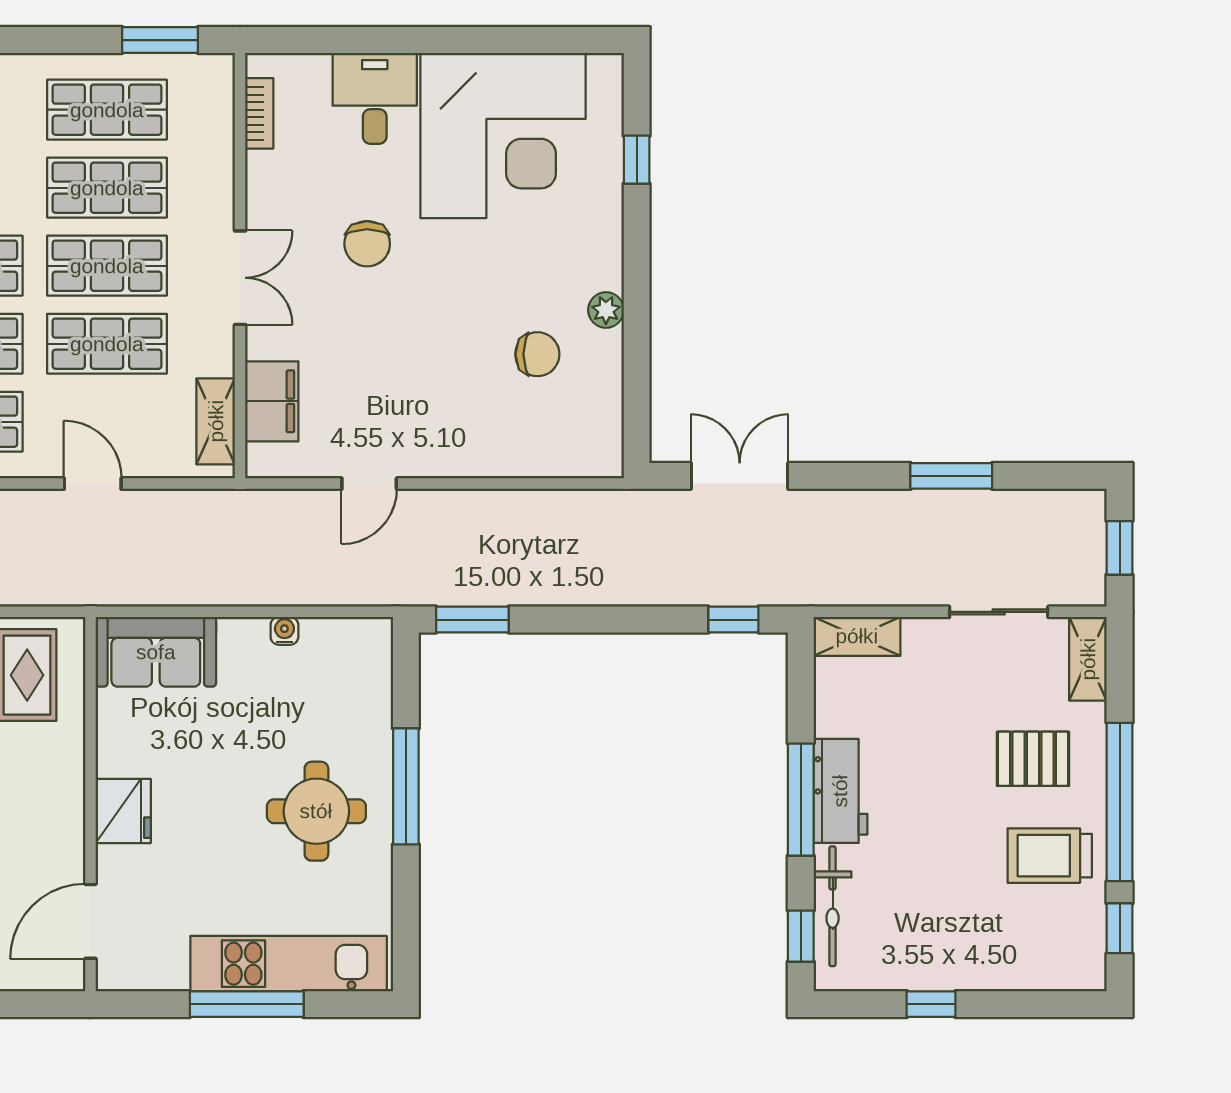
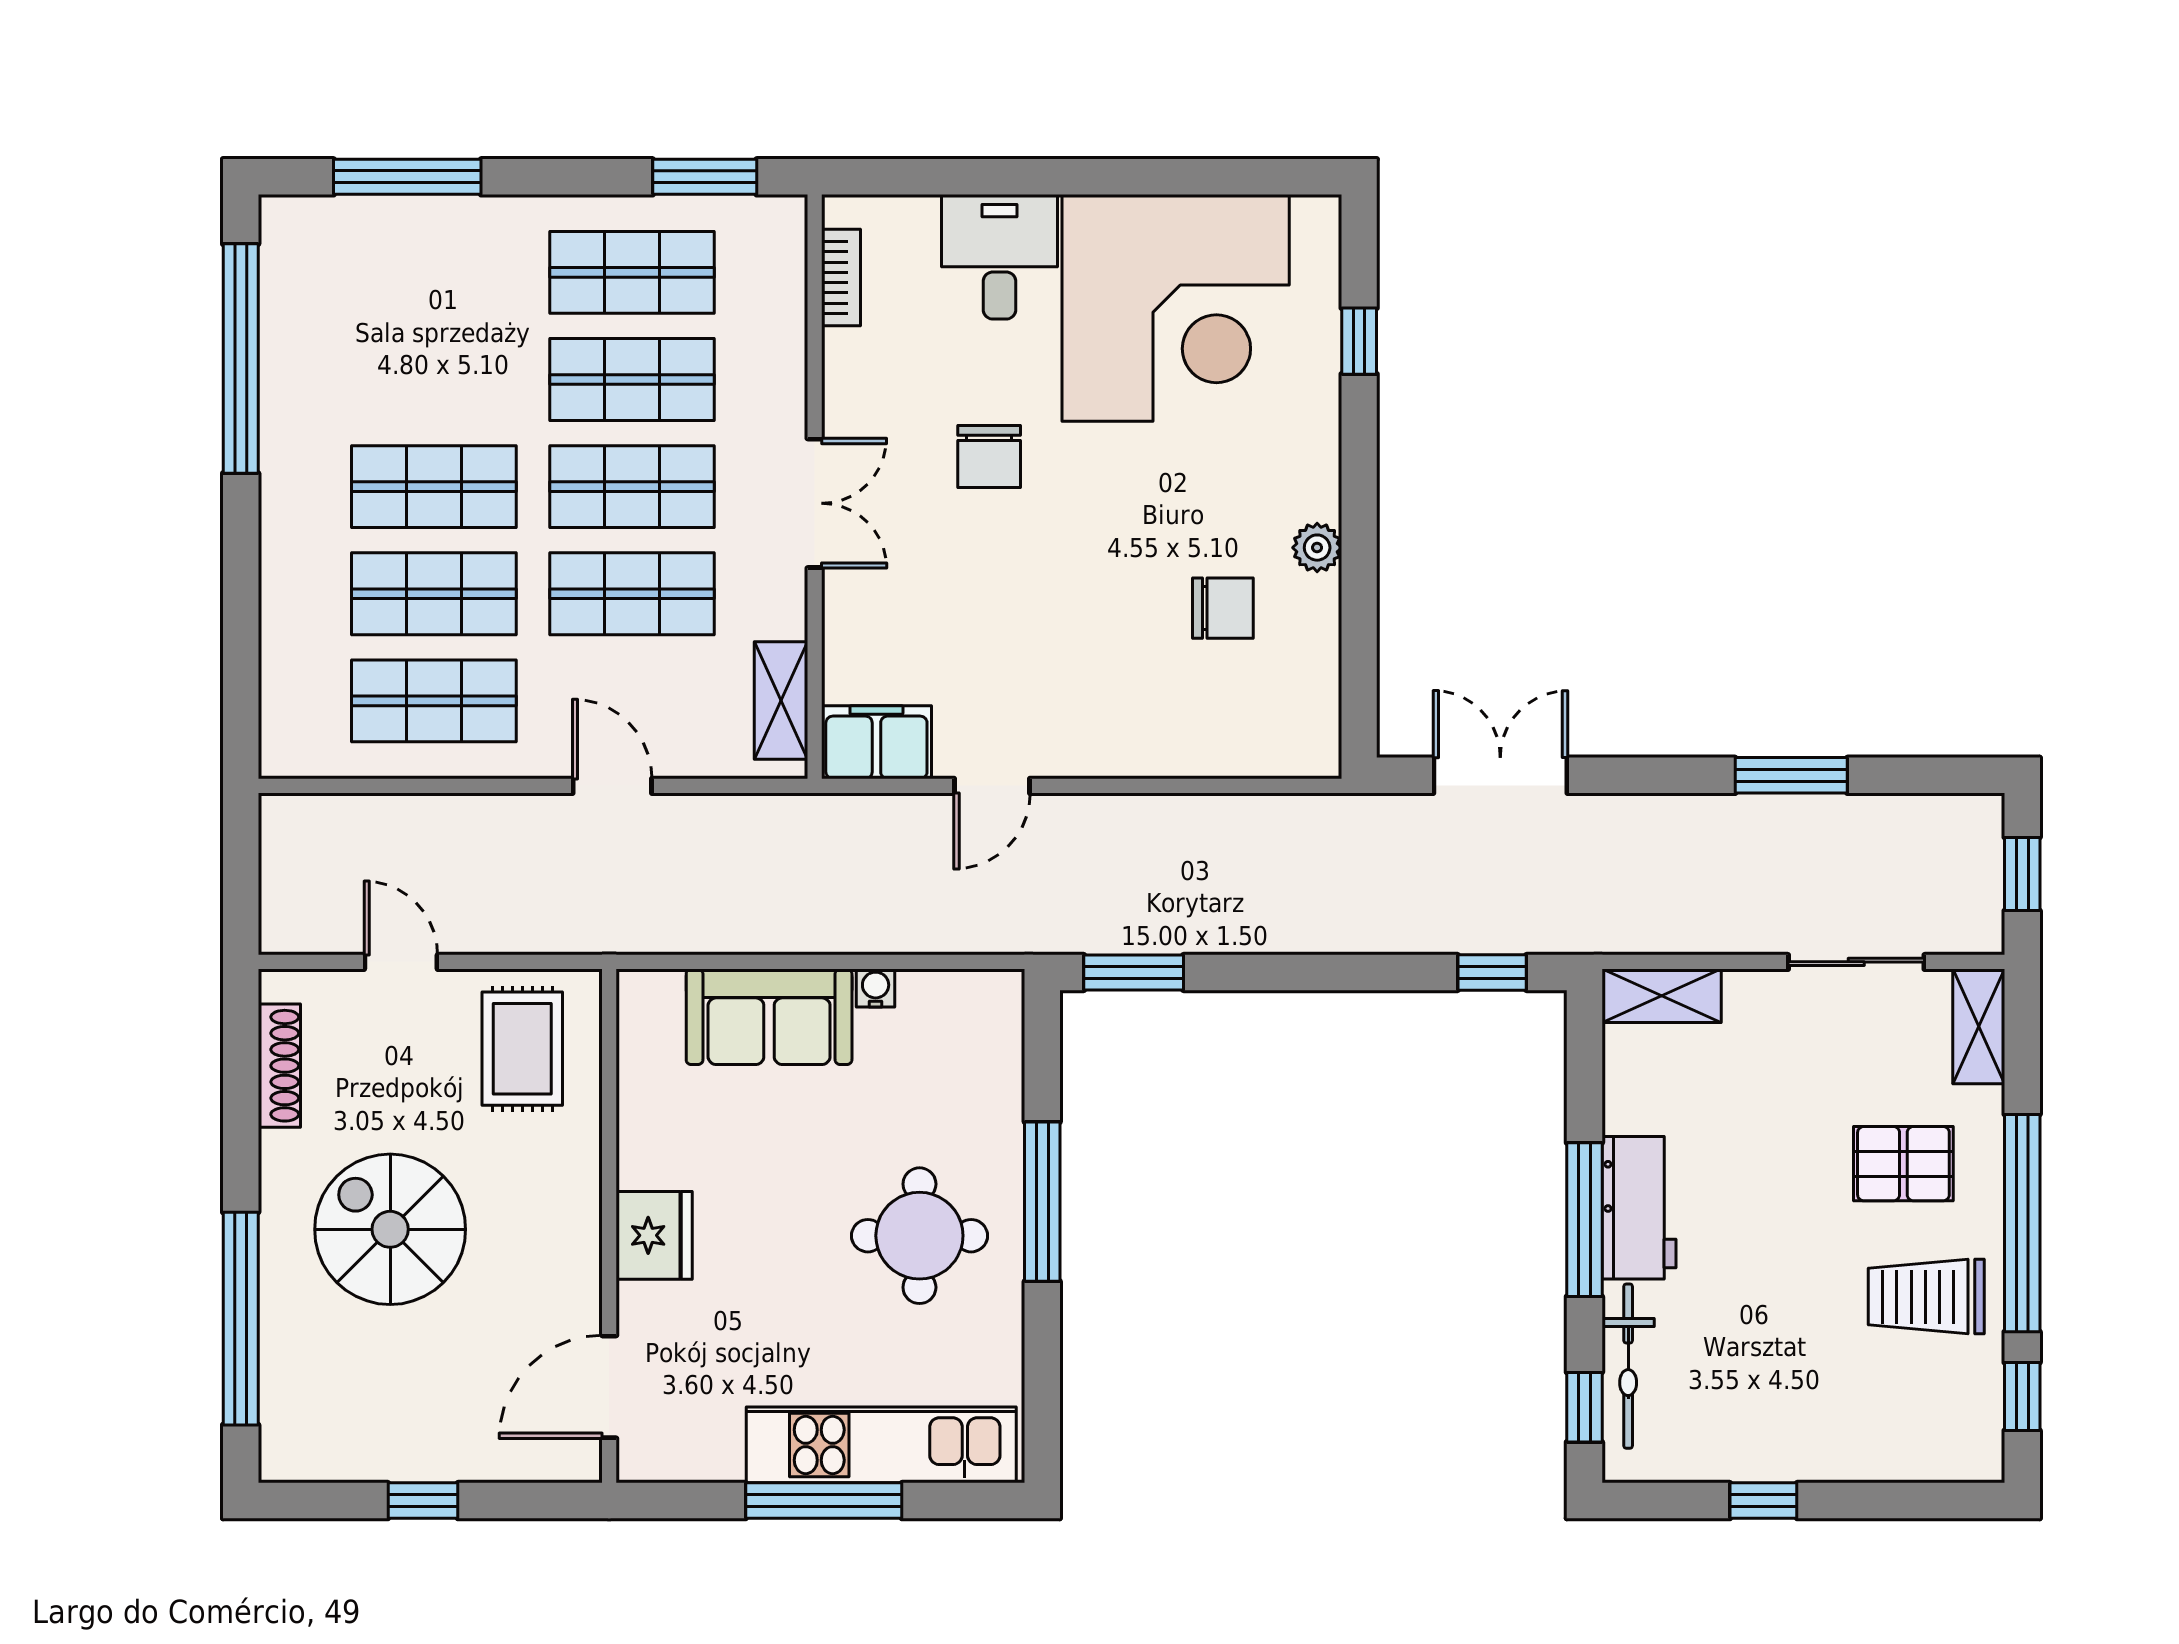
filing cabinet: (272, 401) -> (876, 742), moved, turned -90
sofa: (156, 652) -> (769, 1017), moved

